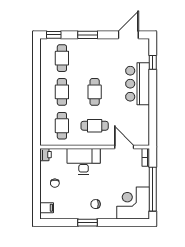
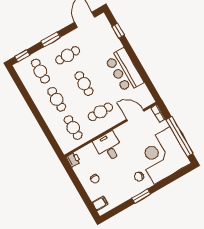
cafe table: (95, 58) -> (68, 55), added
bar counter: (138, 84) -> (124, 70), moved
desk: (84, 161) -> (108, 147), width x0.73
corner desk: (133, 203) -> (162, 156), width x1.36, depth x1.36

